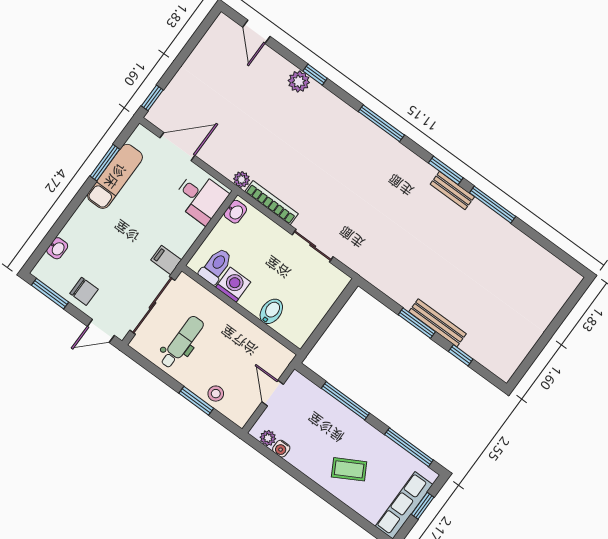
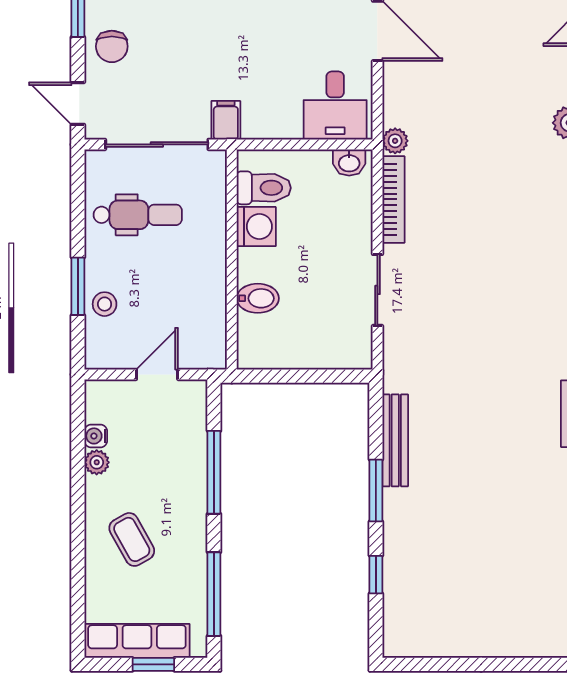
bench: (438, 323) -> (395, 440), moved
plant: (268, 438) -> (97, 462), moved

